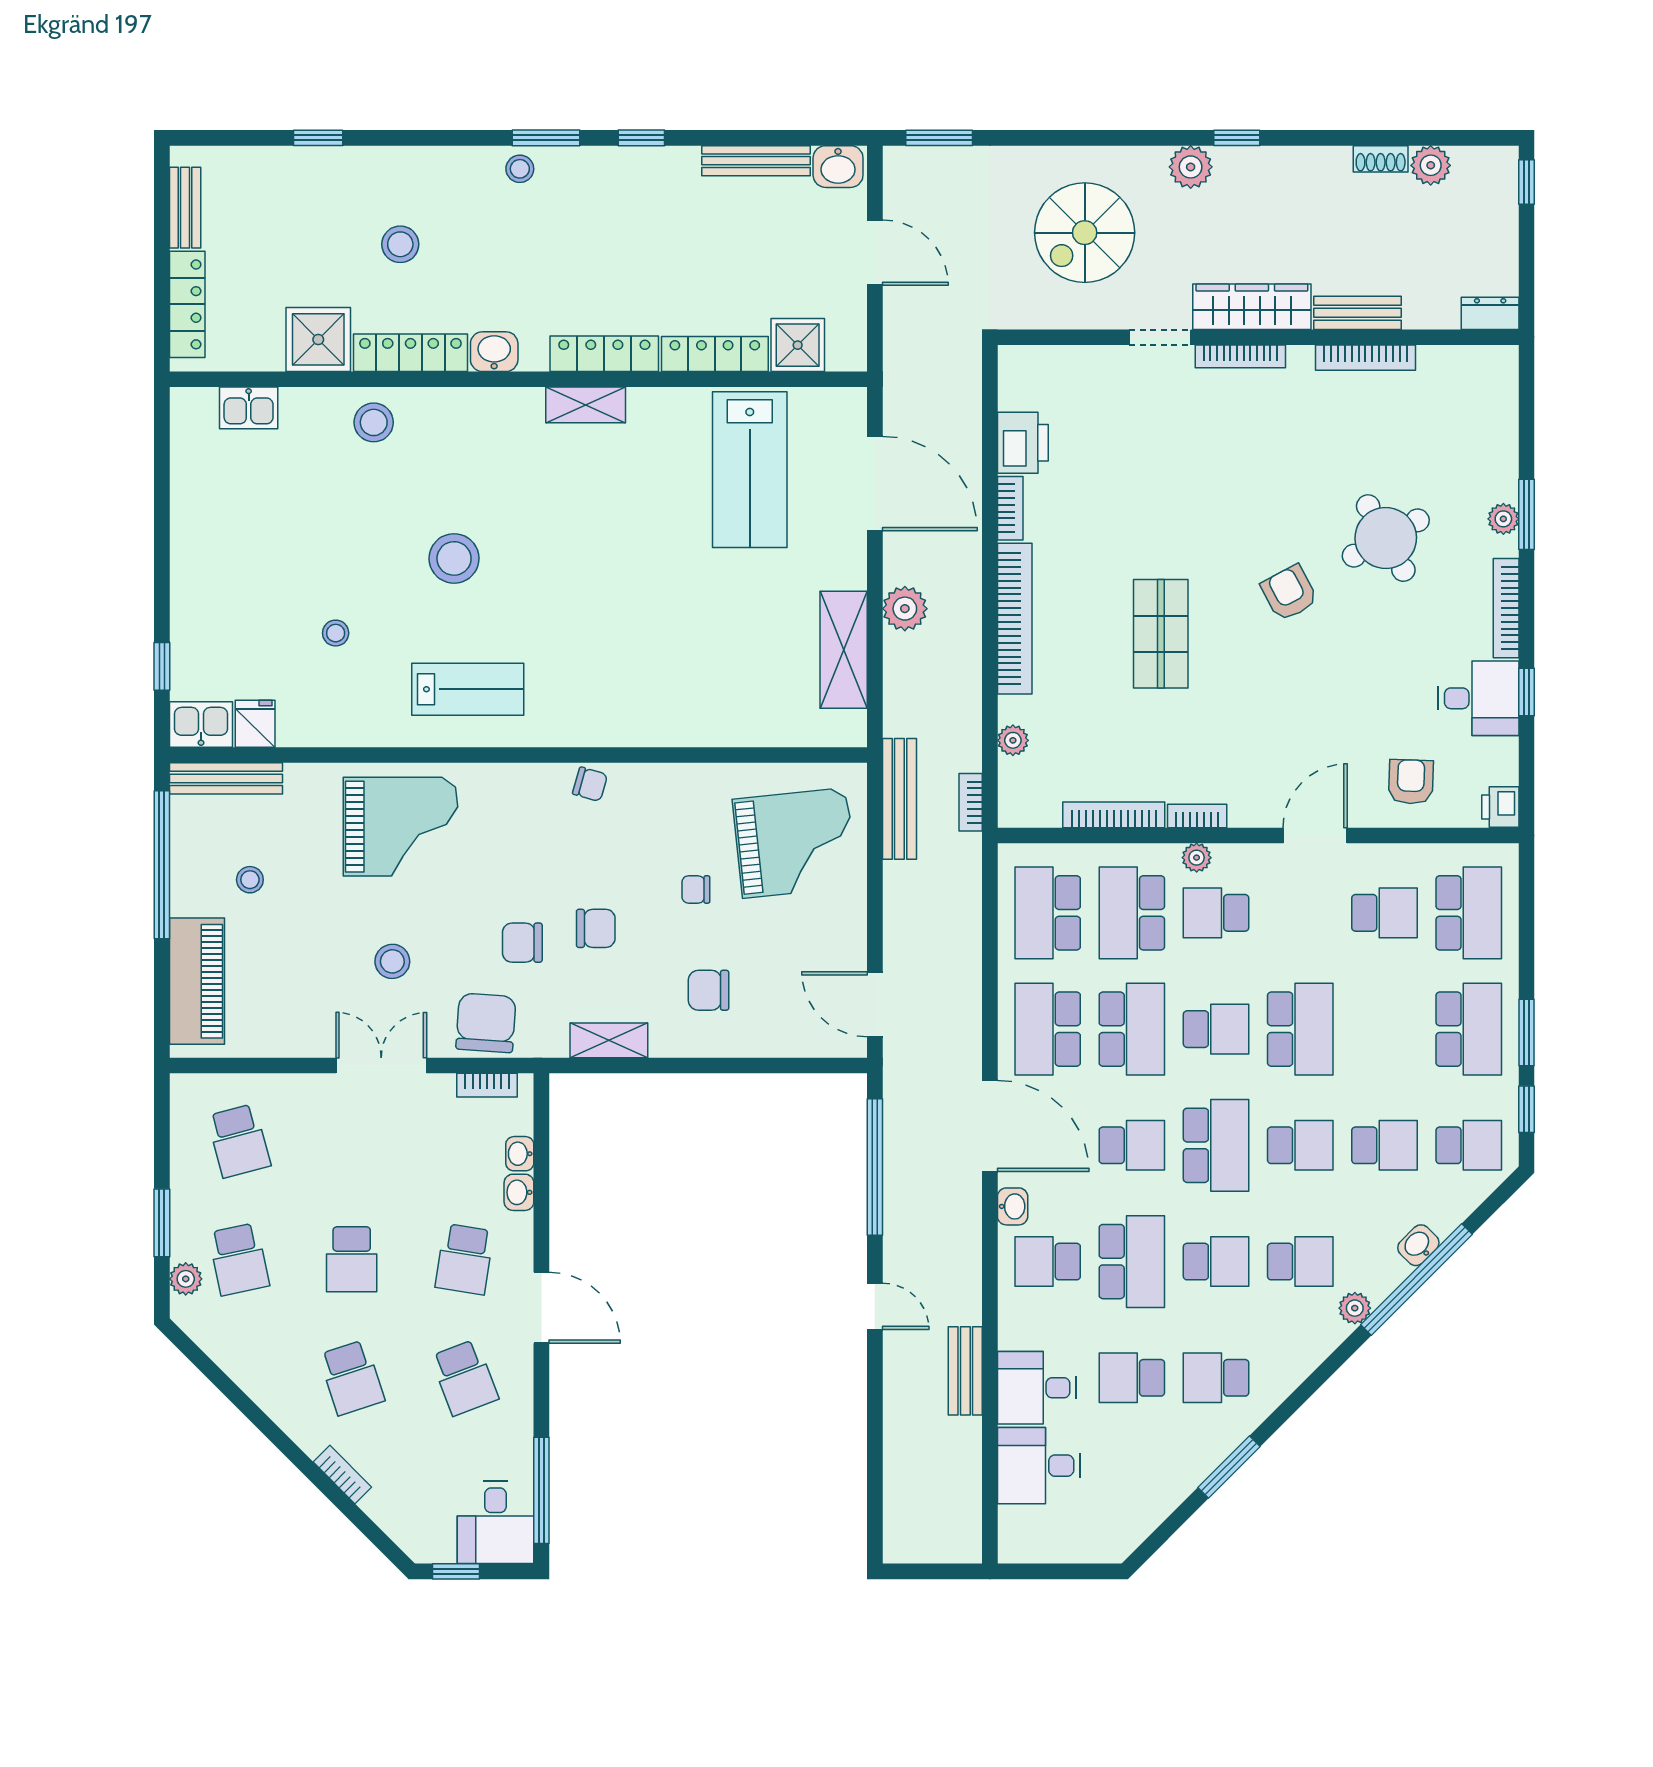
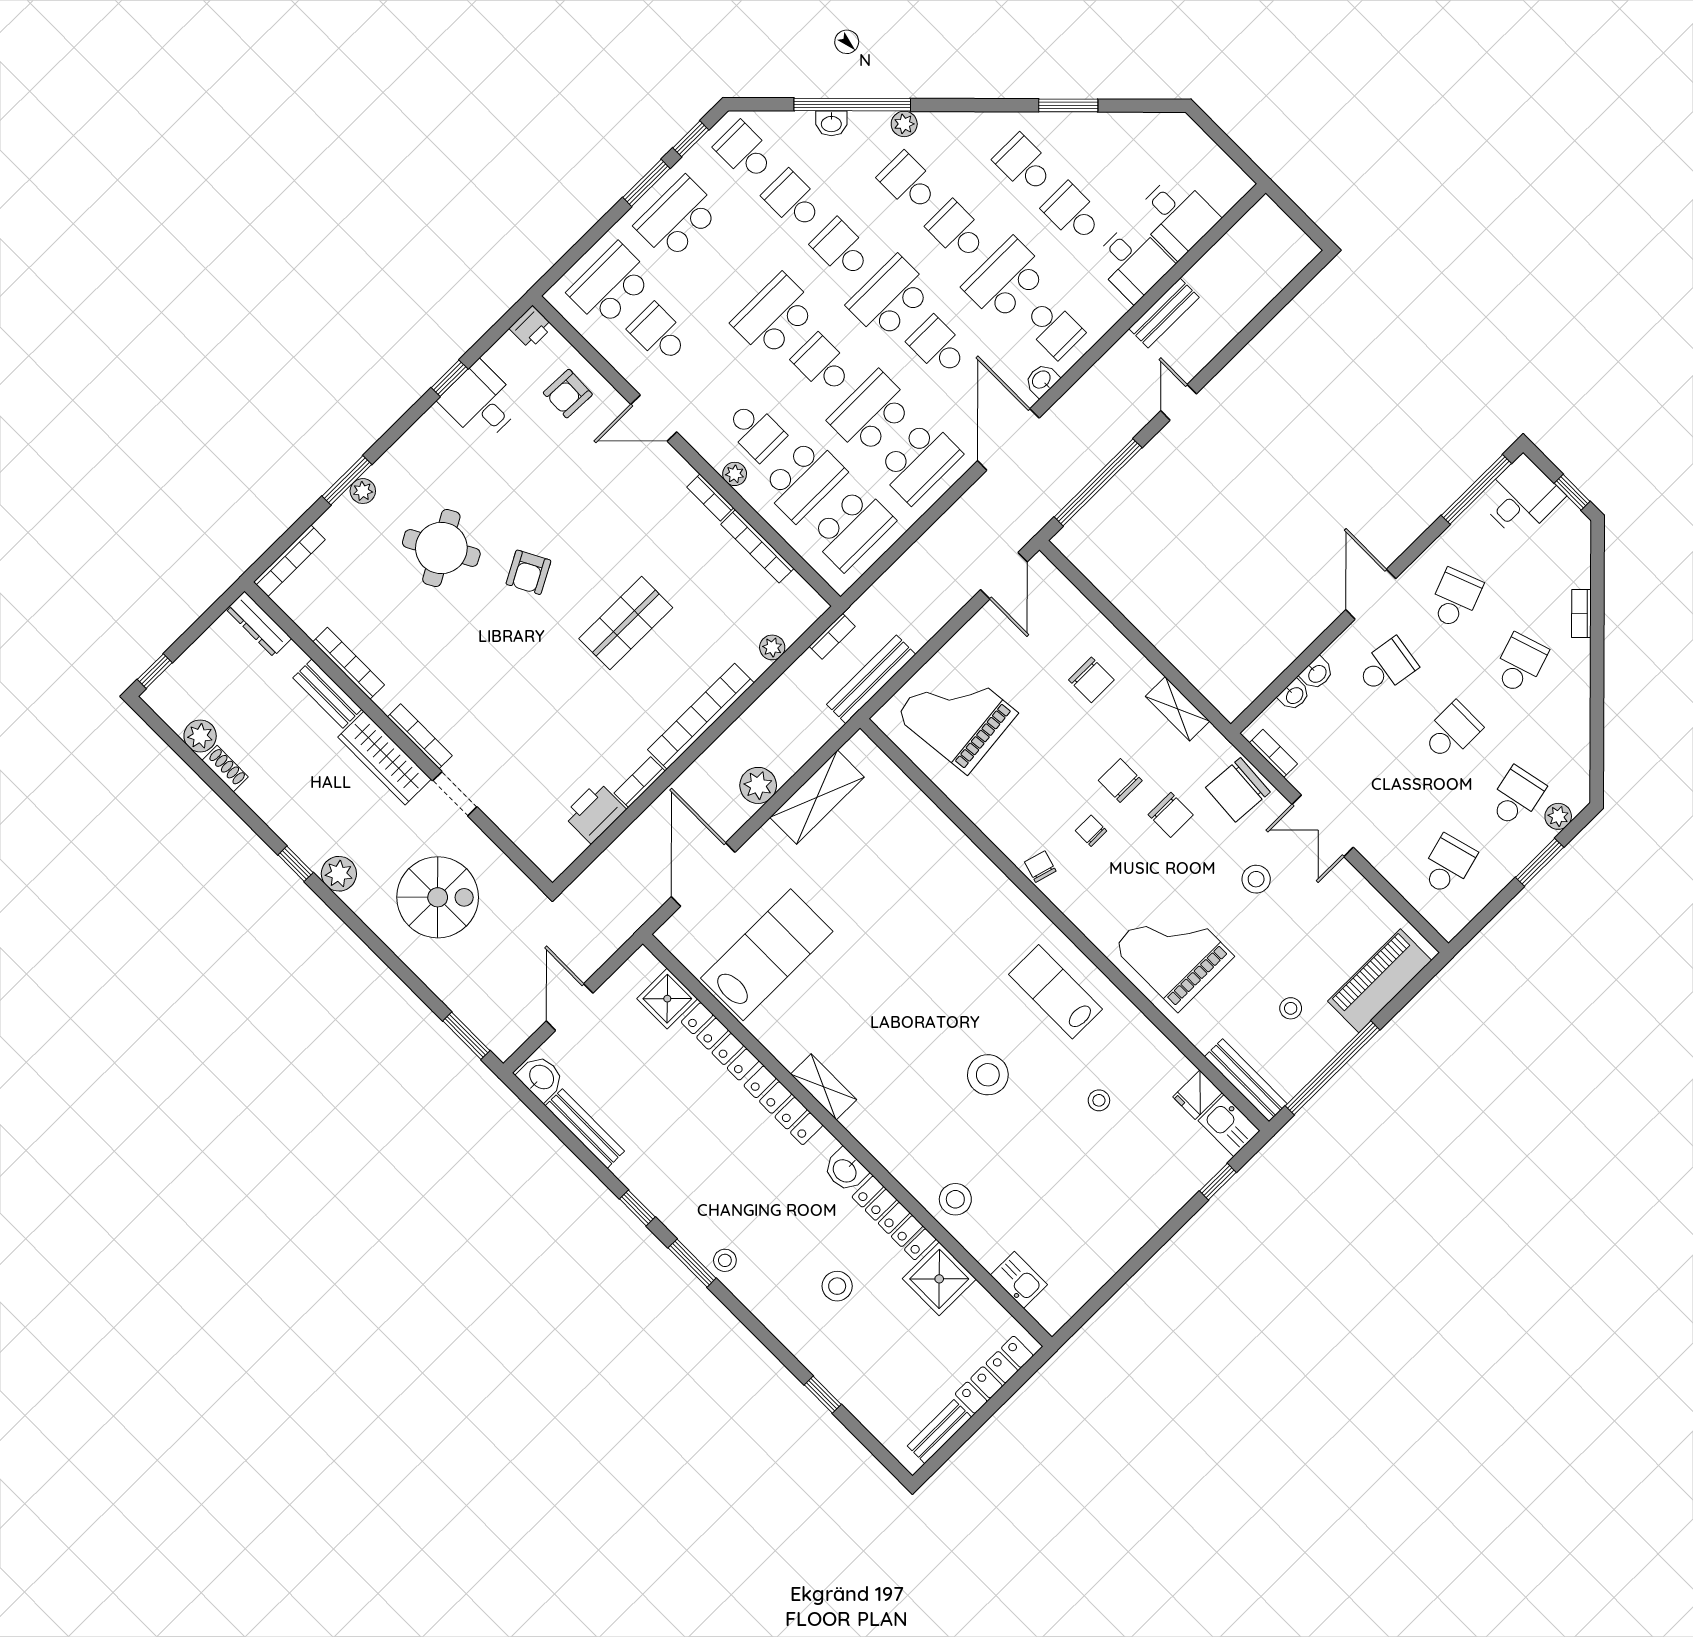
dresser: (1490, 313) -> (259, 624), width x1.44
bookcase: (1506, 608) -> (289, 561), moved
chair: (696, 889) -> (1091, 831), moved, turned 180
school desk: (1132, 1378) -> (1072, 213), turned 180
school desk: (1216, 1378) -> (1024, 164), turned 180

